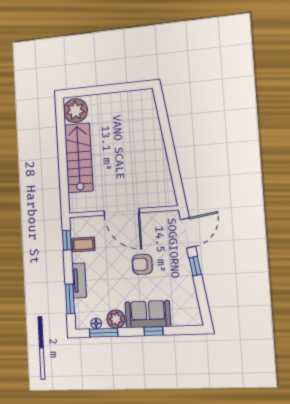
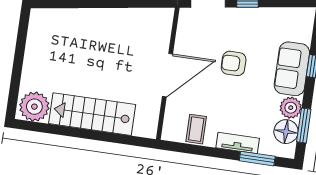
window: (67, 240) -> (187, 148), removed
armchair: (142, 264) -> (234, 63), turned 90
floor lamp: (96, 323) -> (286, 132), width x1.89, depth x1.89

